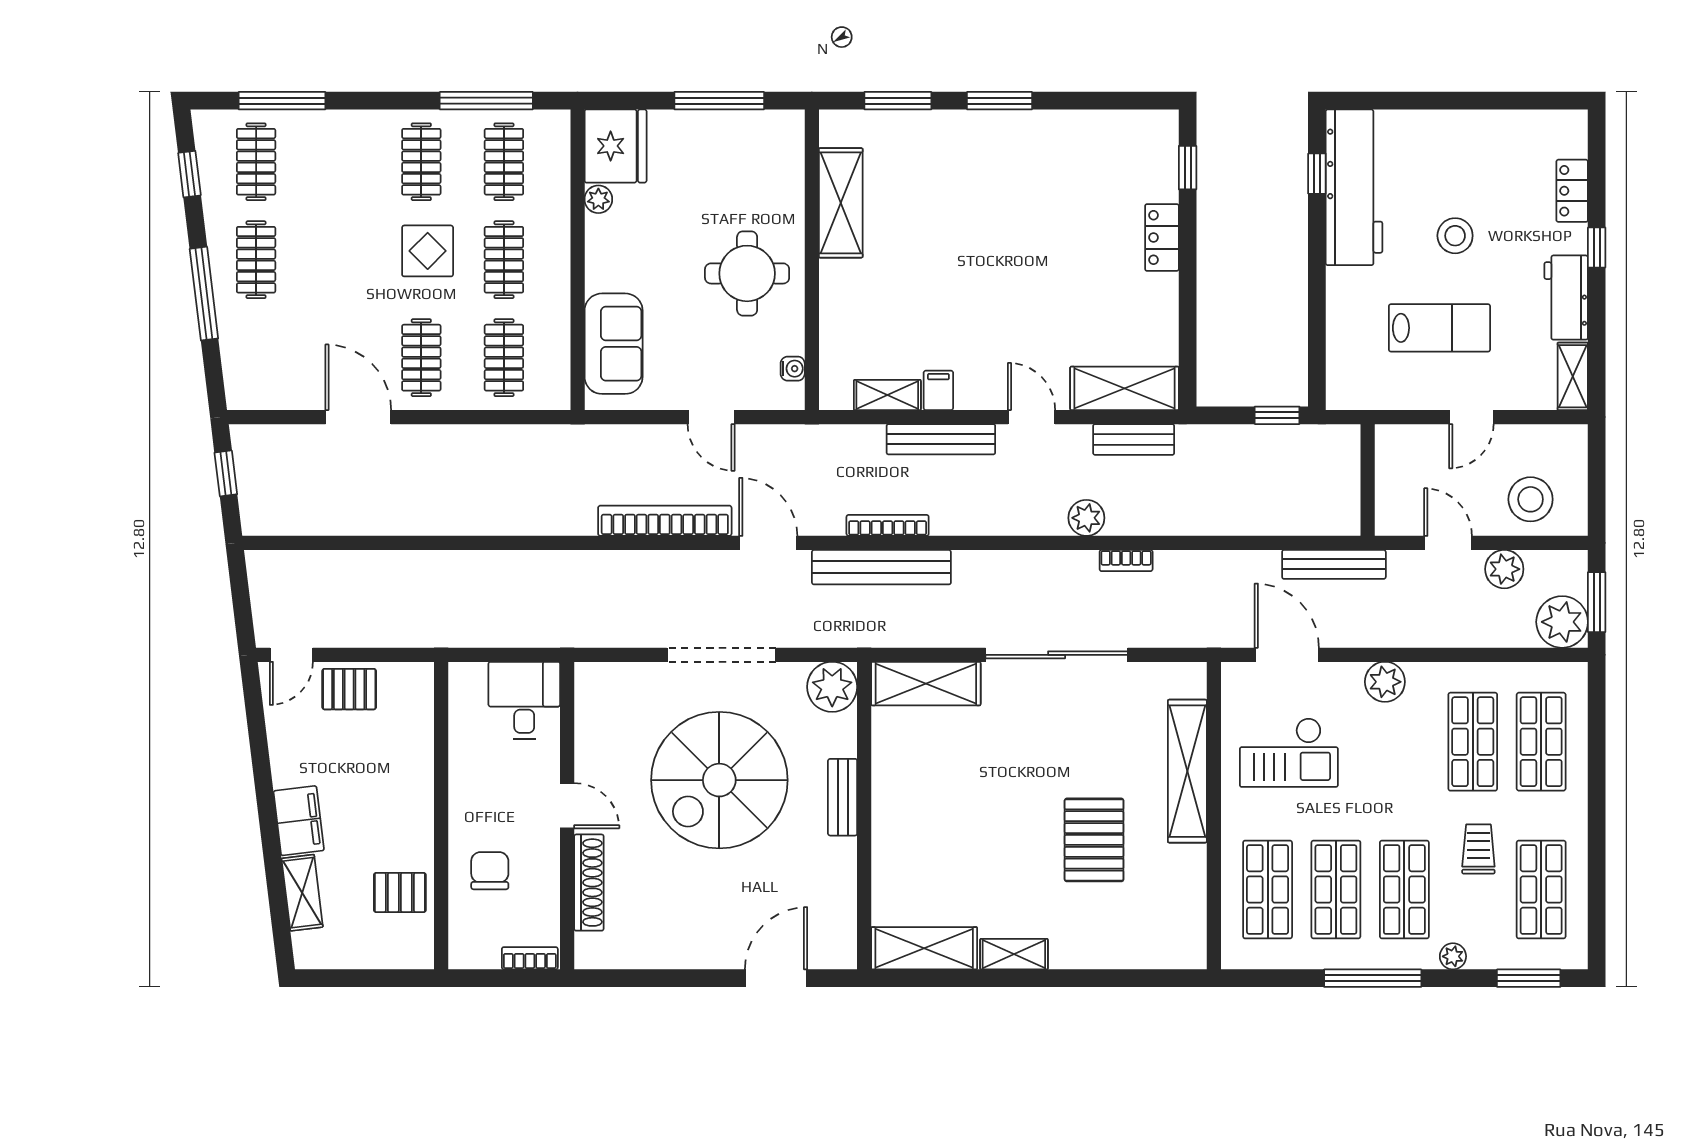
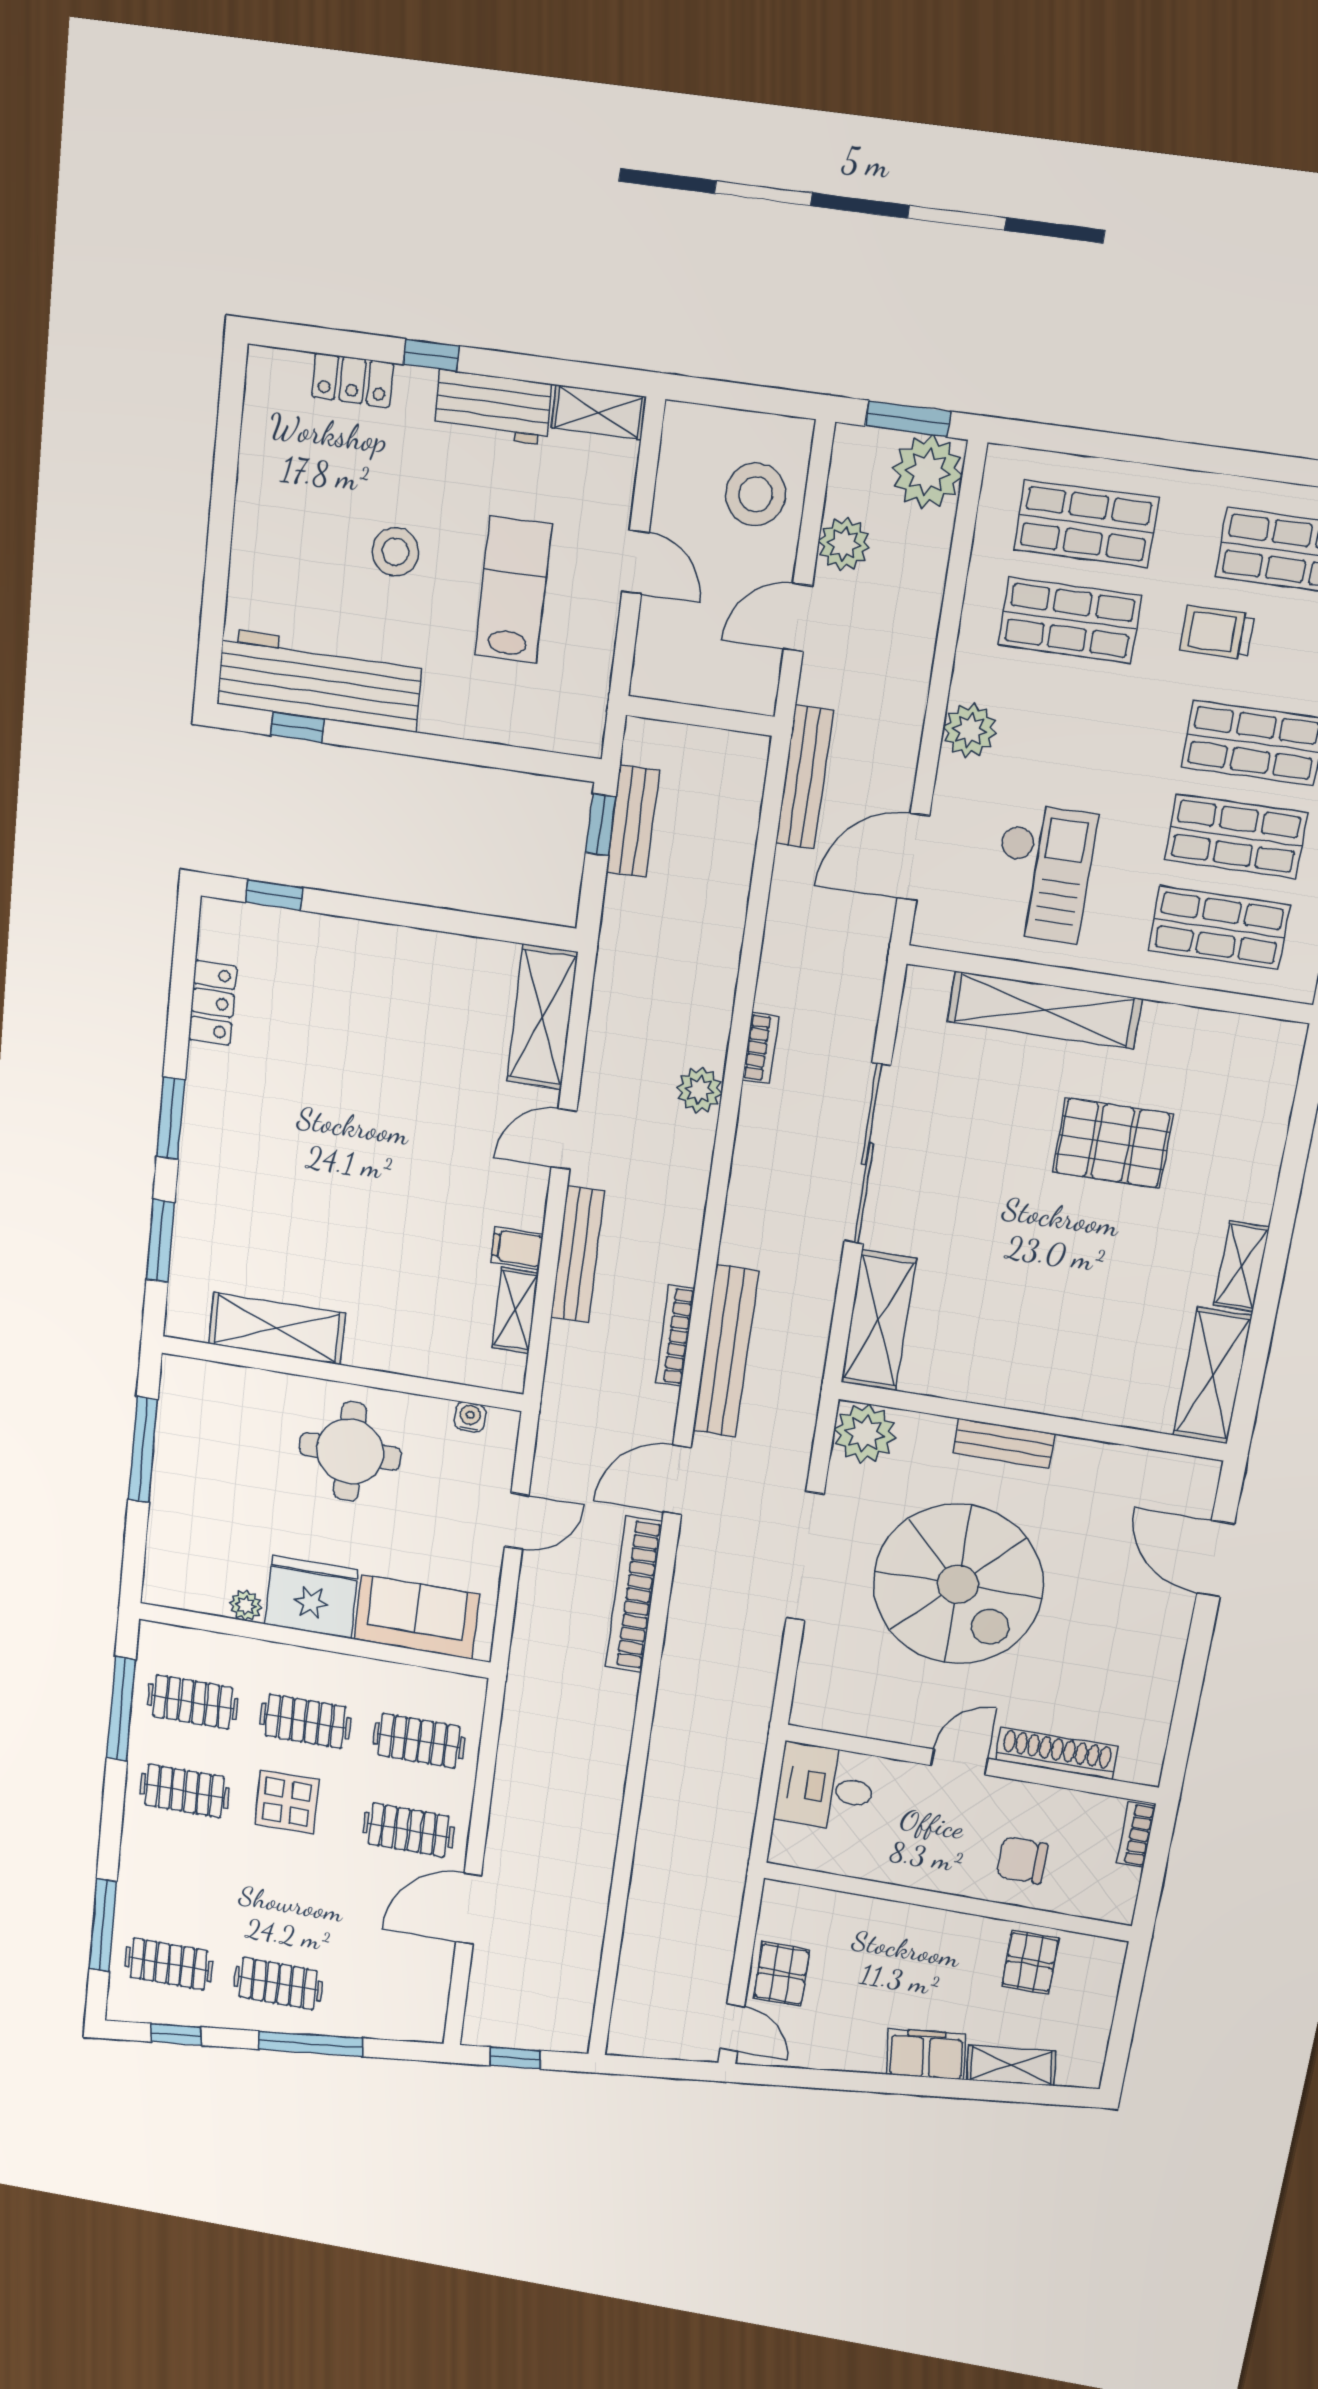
fridge: (616, 146) -> (312, 1597), moved
locker: (1162, 237) -> (212, 1003), moved, turned -90
bench: (1134, 439) -> (633, 821), moved

